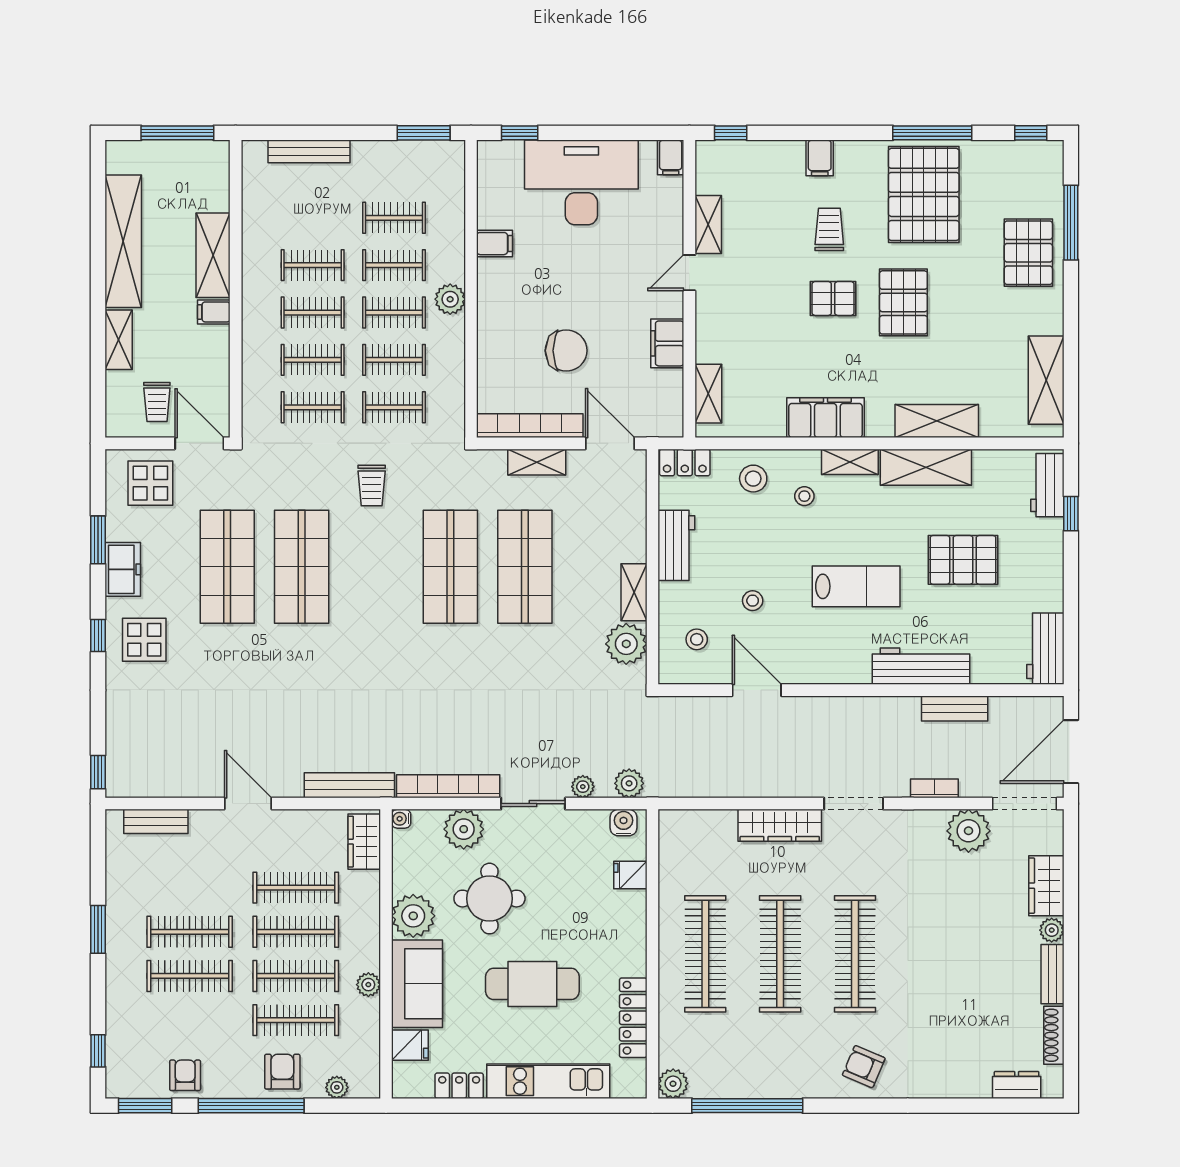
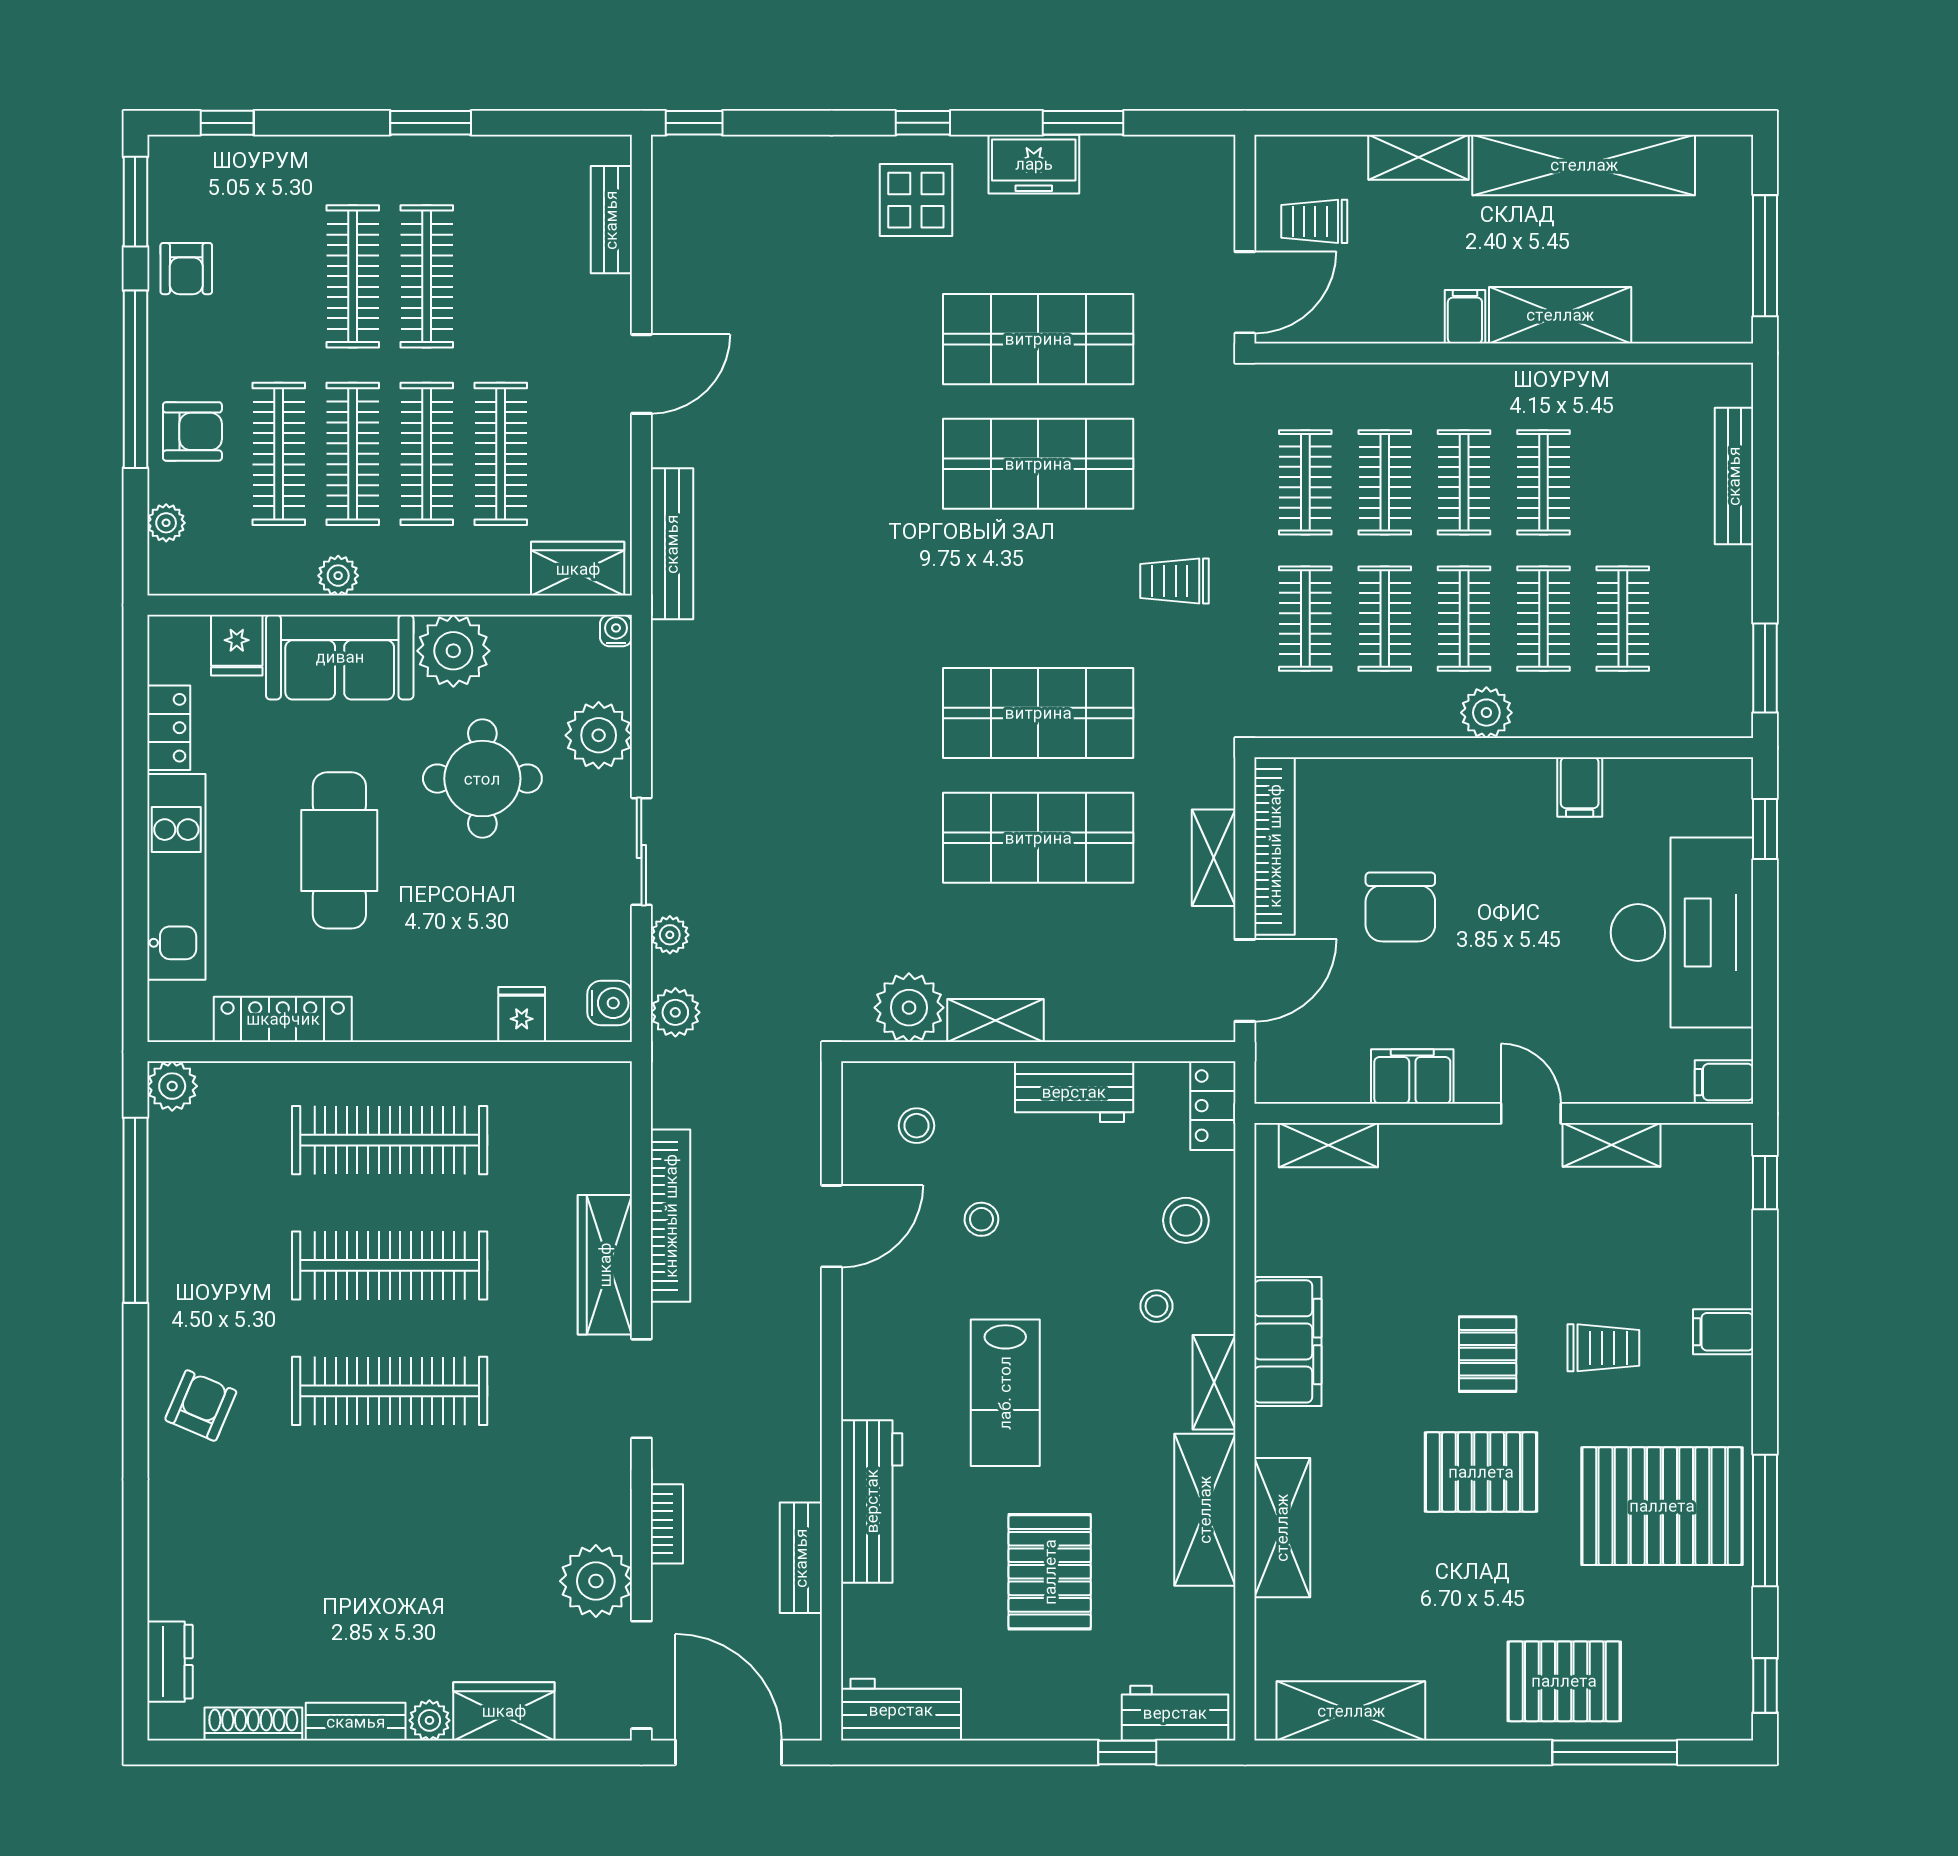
display table: (150, 483) -> (1178, 210), removed
bookcase: (448, 786) -> (671, 1216), moved
armchair: (185, 1075) -> (186, 269), turned 90

